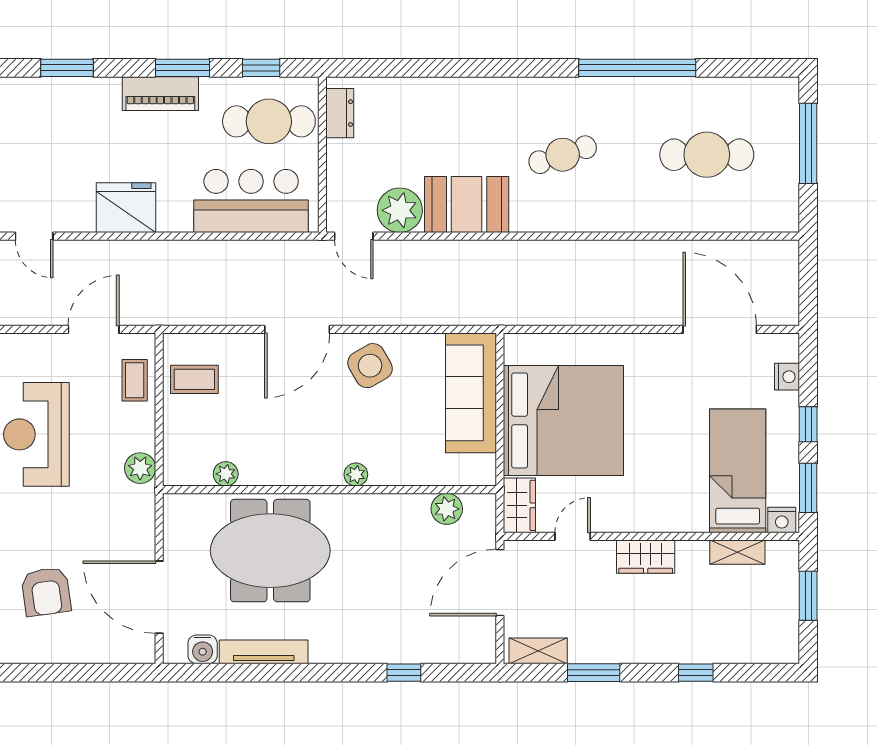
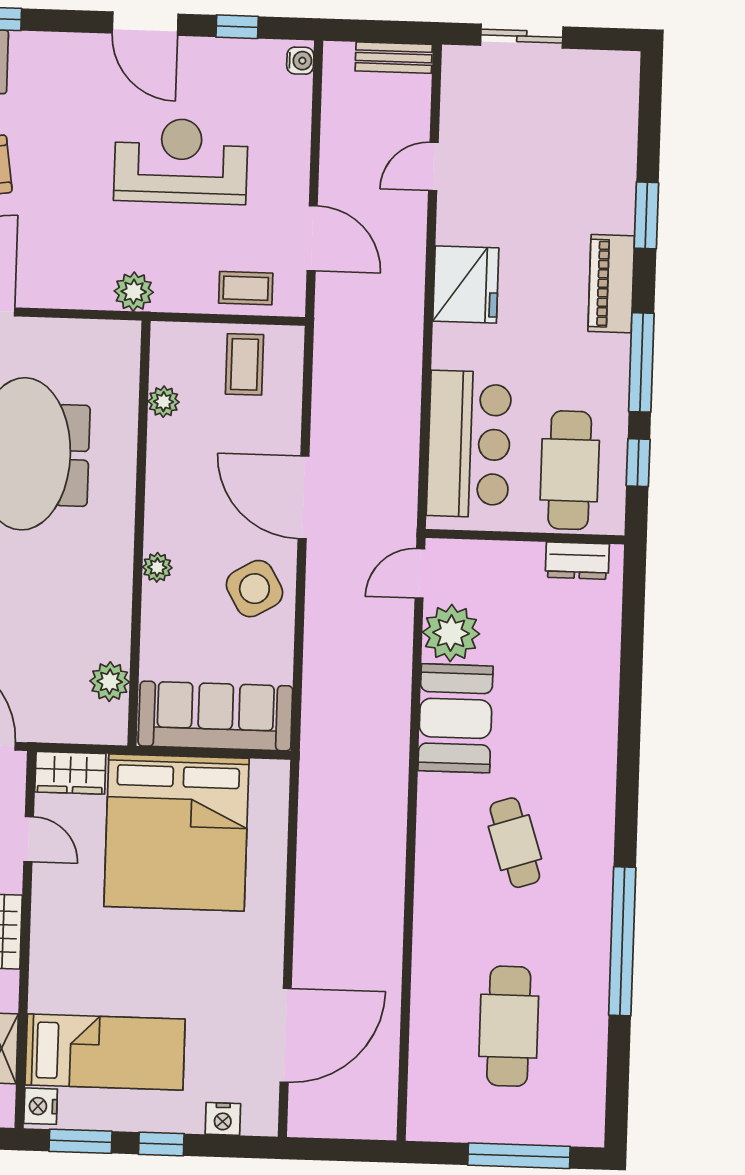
window: (182, 68) -> (641, 362), width x1.44
piano: (160, 94) -> (611, 284), moved
plant: (226, 474) -> (164, 402), moved
plant: (356, 475) -> (157, 567), moved
wall: (330, 490) -> (139, 533), moved
plant: (447, 509) -> (110, 682), moved

